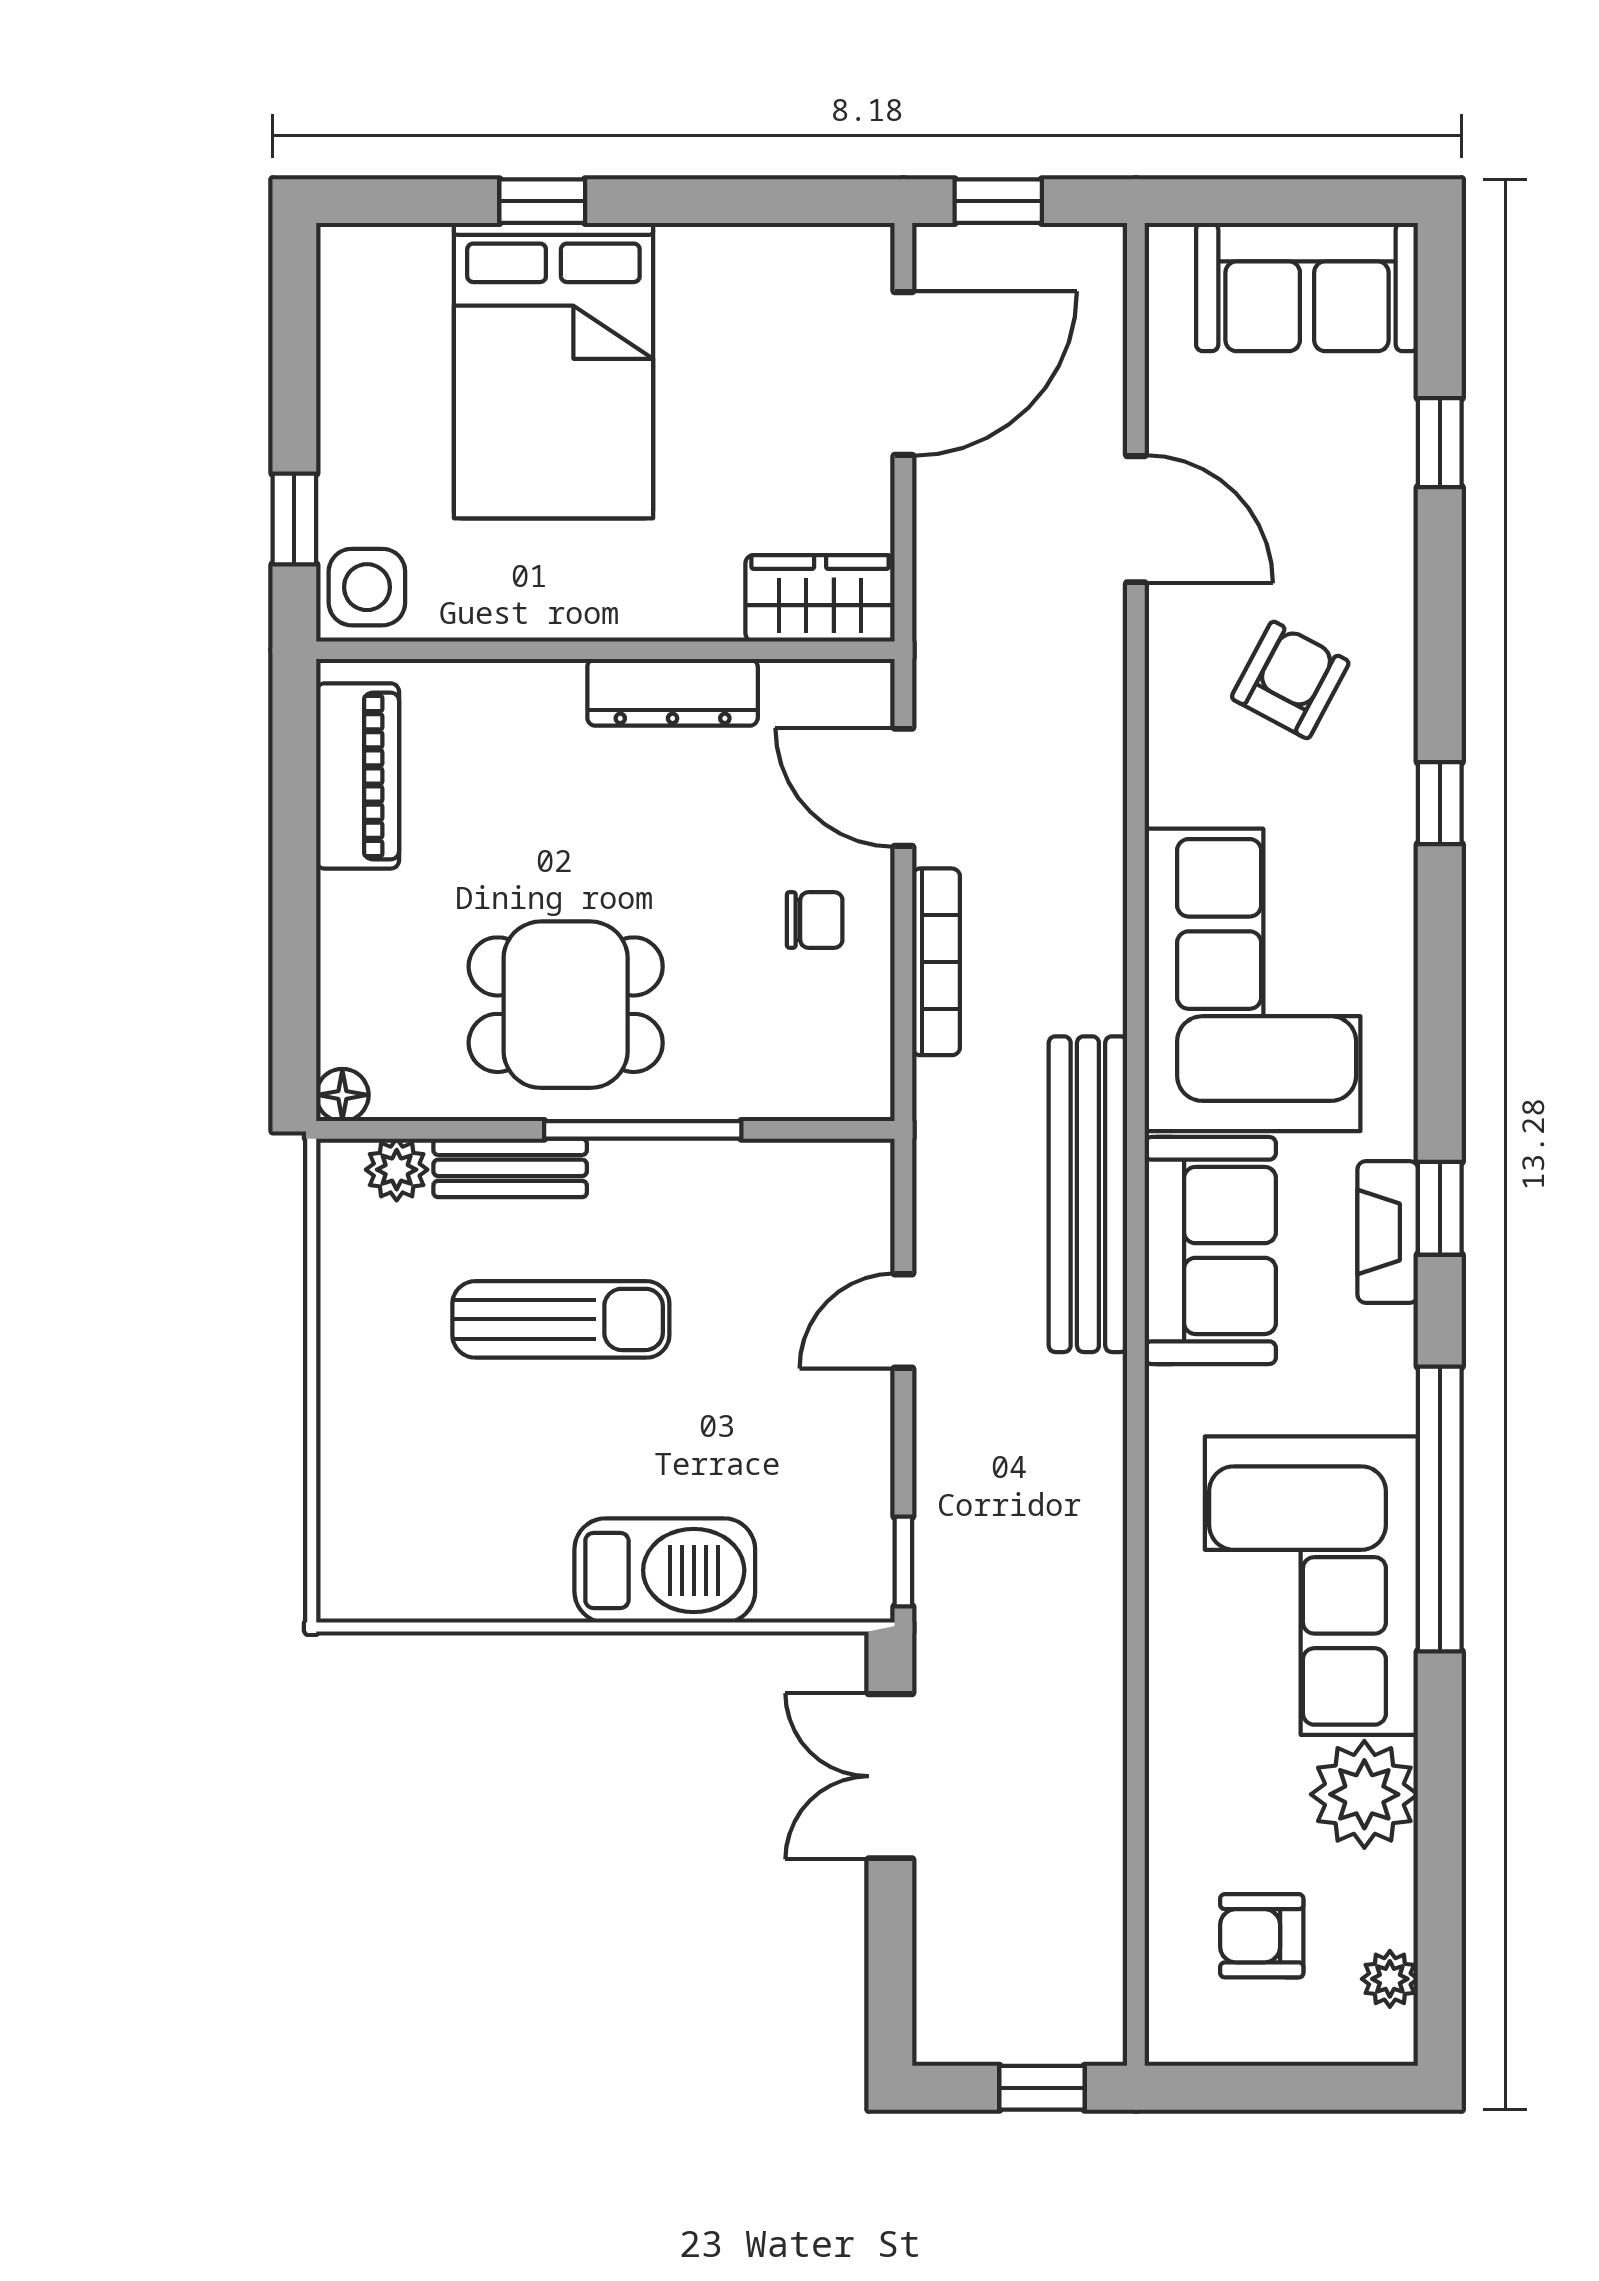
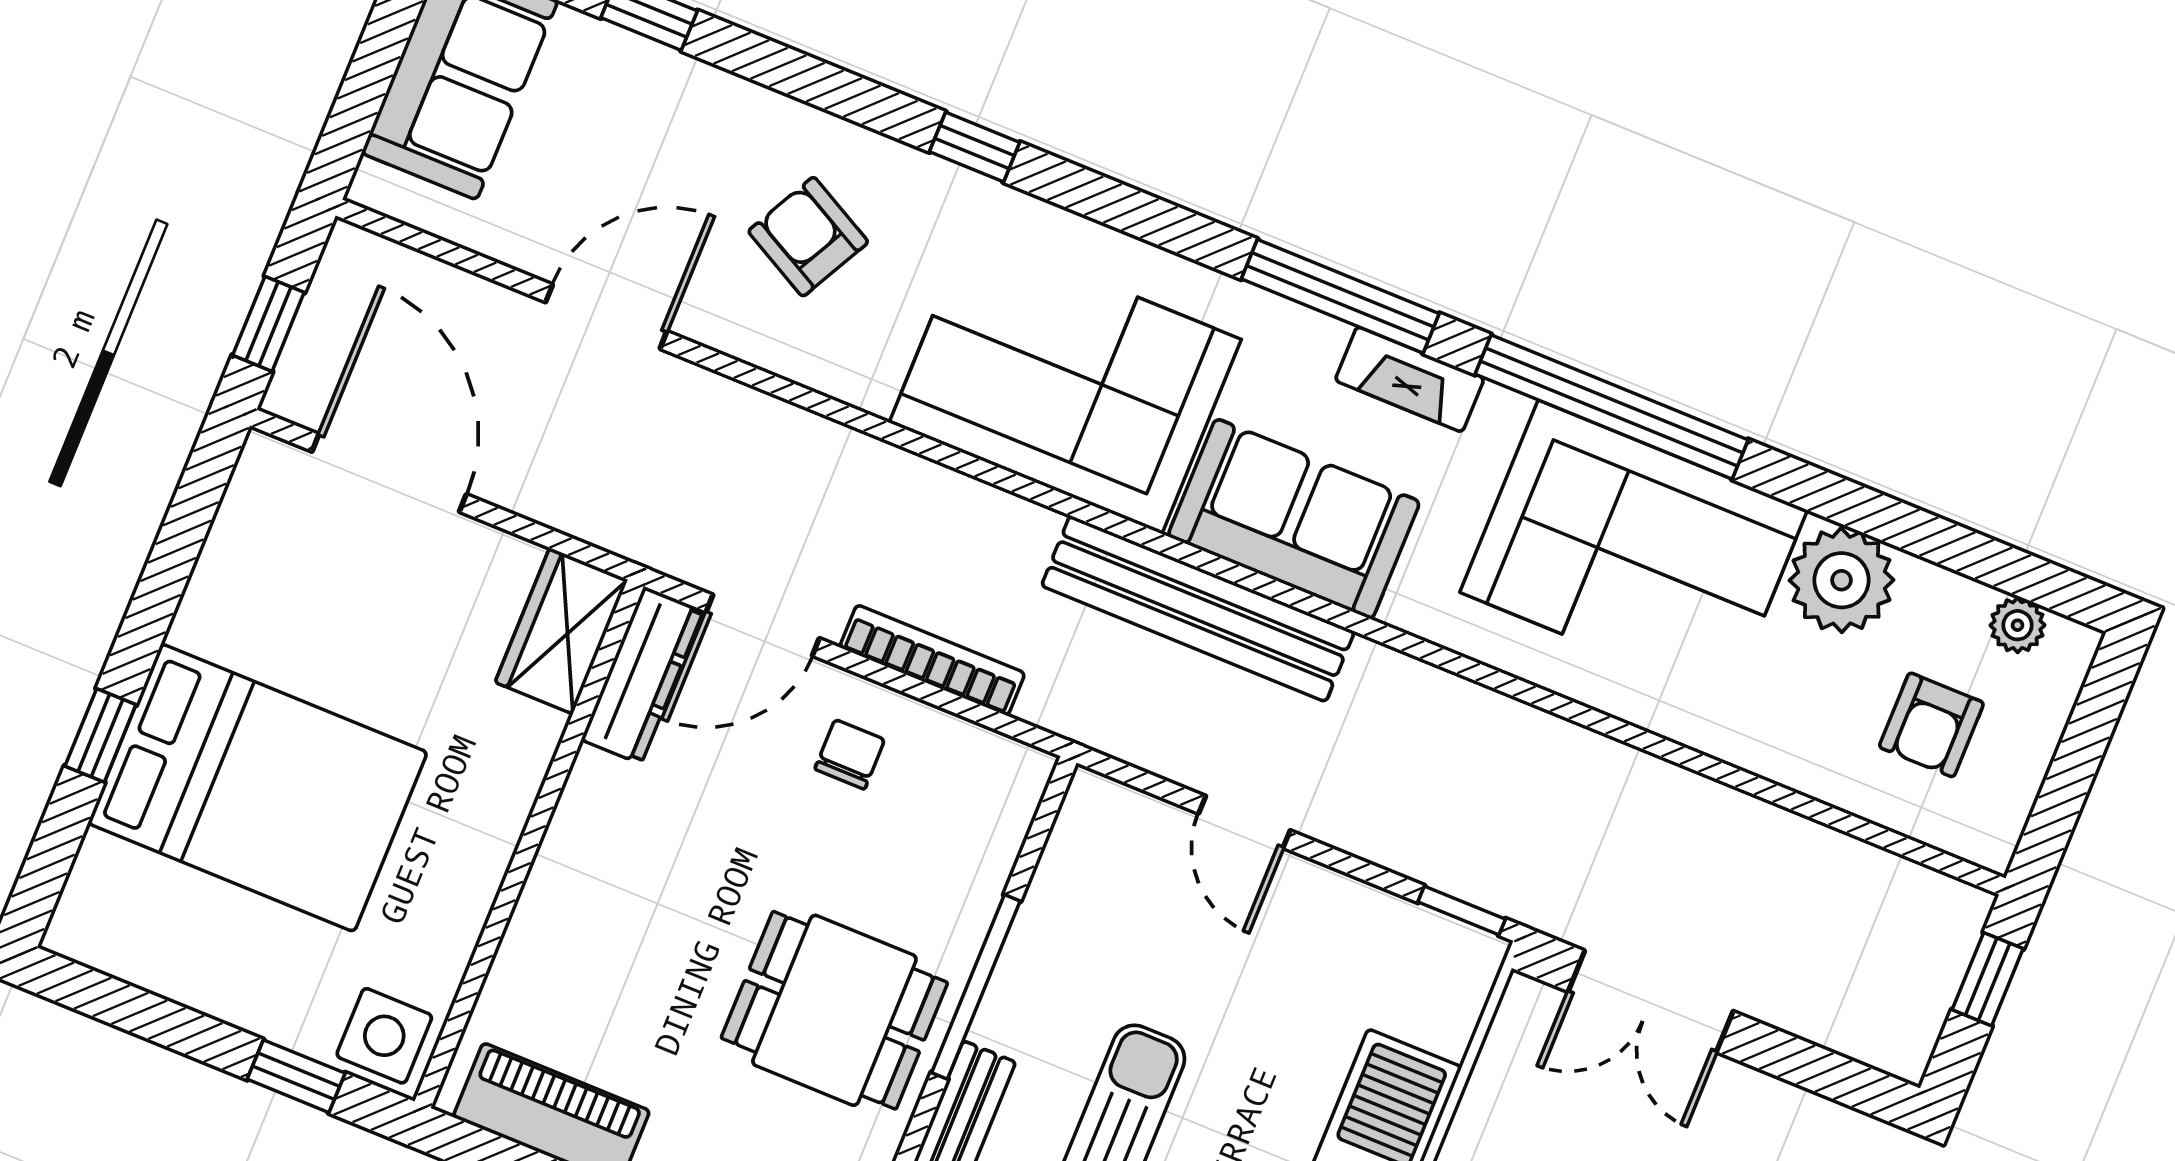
dresser: (673, 692) -> (642, 675), moved
dining table: (566, 1005) -> (834, 1010), turned 90
window: (1440, 1208) -> (1340, 296), width x2.17
fireplace: (1388, 1232) -> (1410, 379), moved

